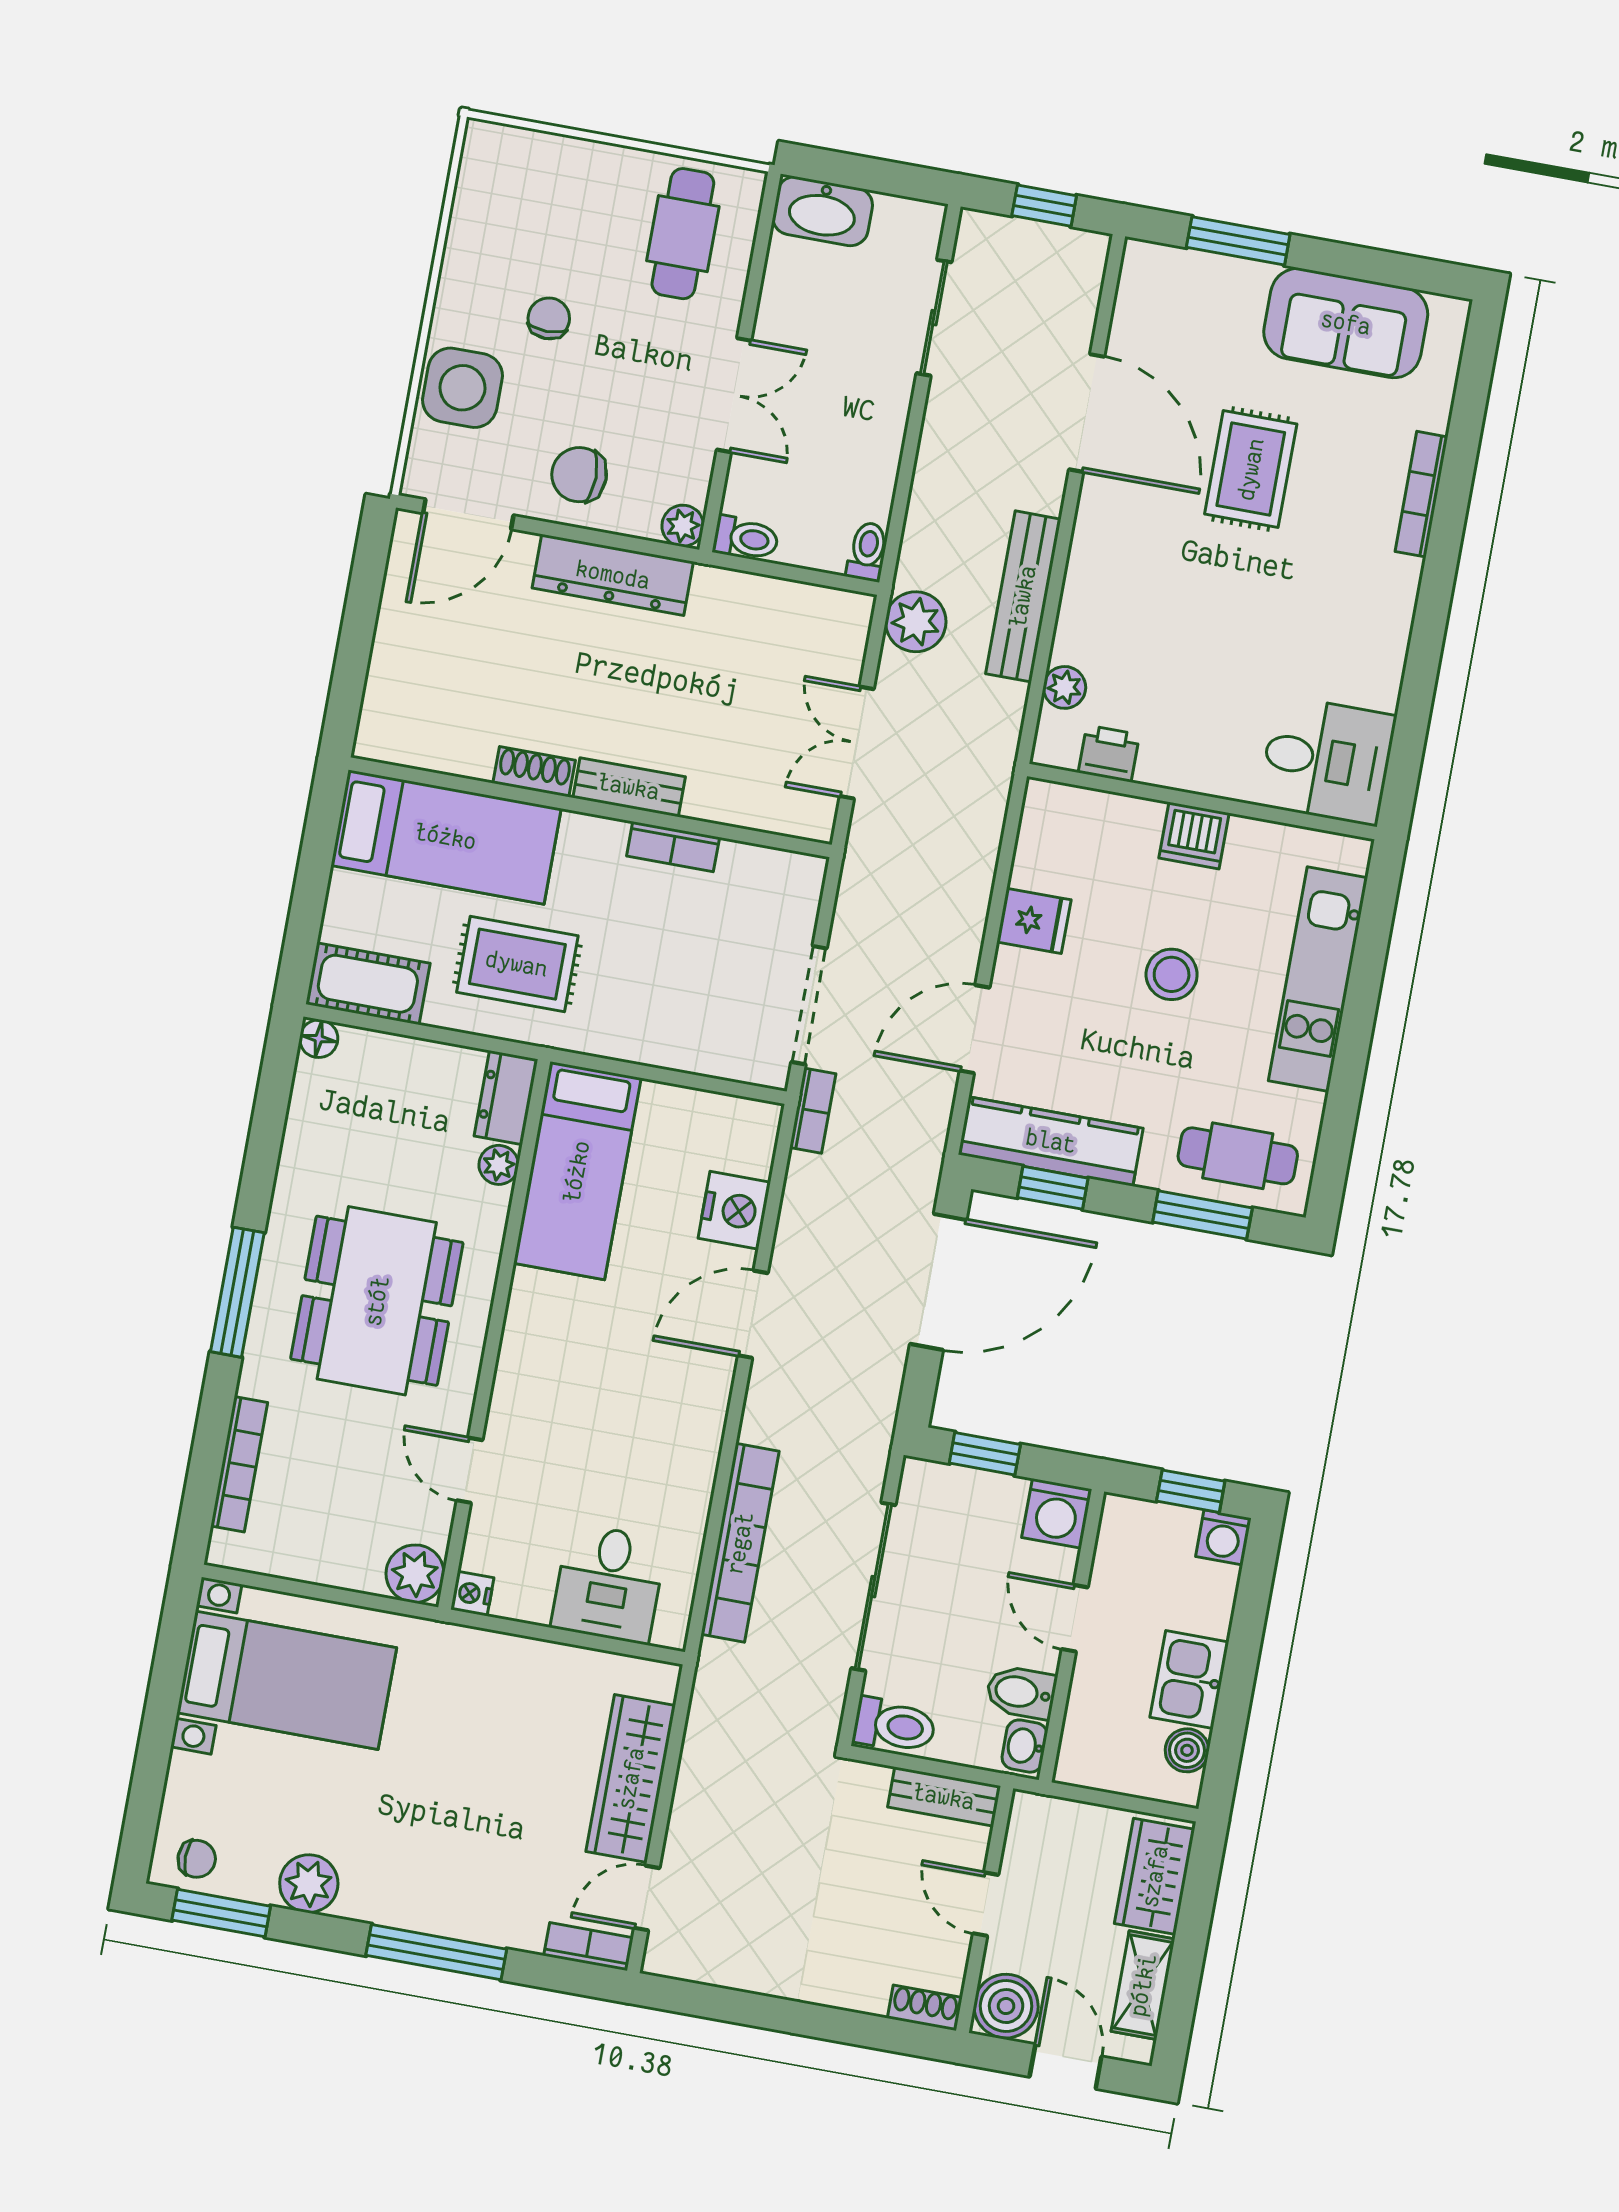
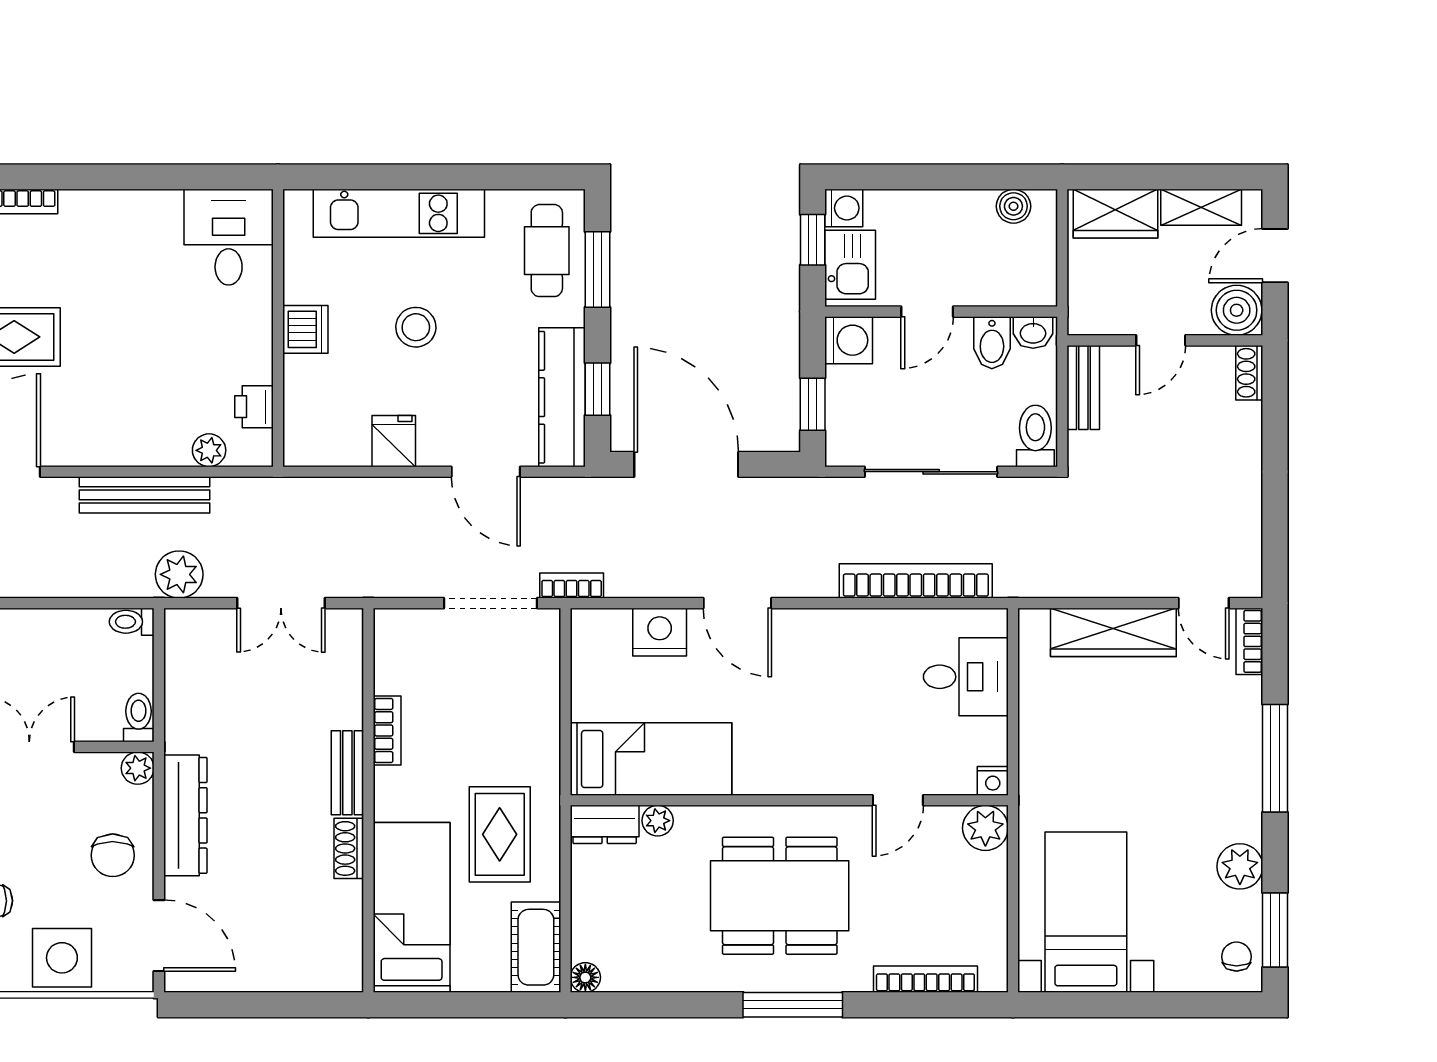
kitchen sink: (1189, 1680) -> (850, 265), moved, turned -90

